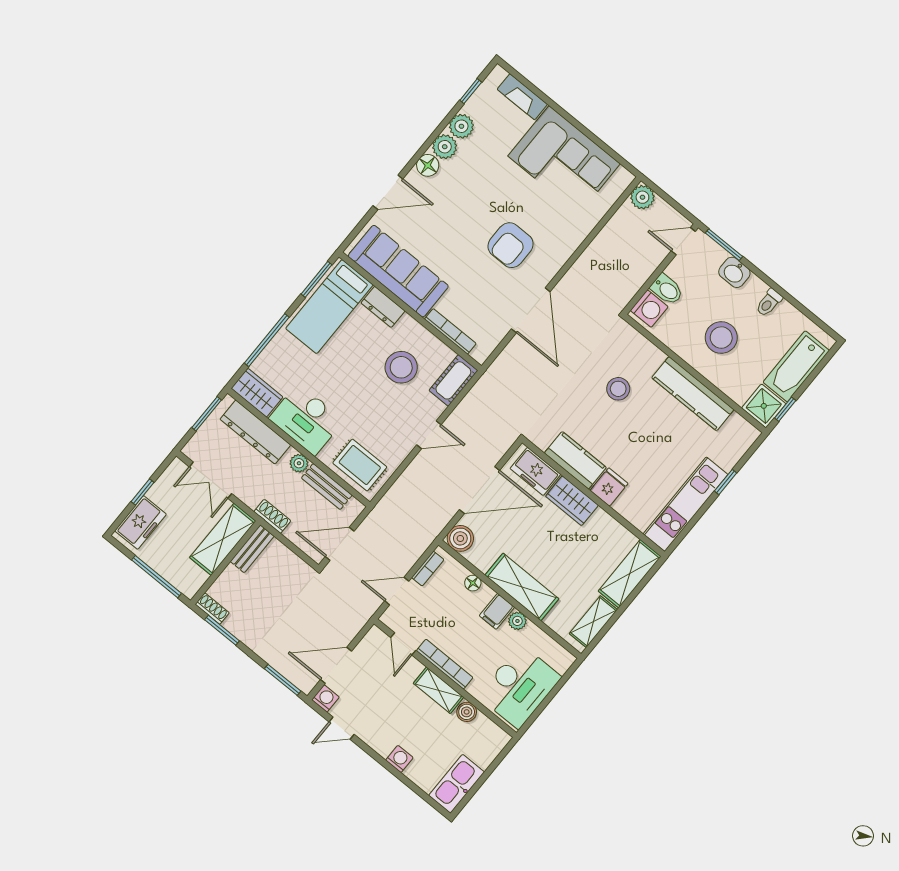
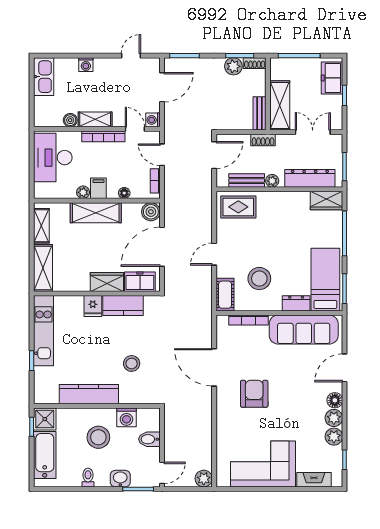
washing machine: (649, 309) -> (127, 417), moved, turned -90
desk: (306, 419) -> (288, 208), removed
door: (397, 591) -> (162, 155), swing flipped
plant: (239, 624) -> (233, 66), added
washing machine: (325, 698) -> (153, 120), moved, turned 90

